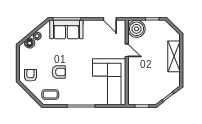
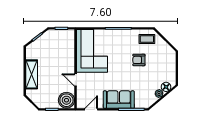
door: (110, 19) -> (91, 109), hinge flipped
sofa: (66, 29) -> (119, 100), moved
armchair: (30, 75) -> (165, 57), removed

